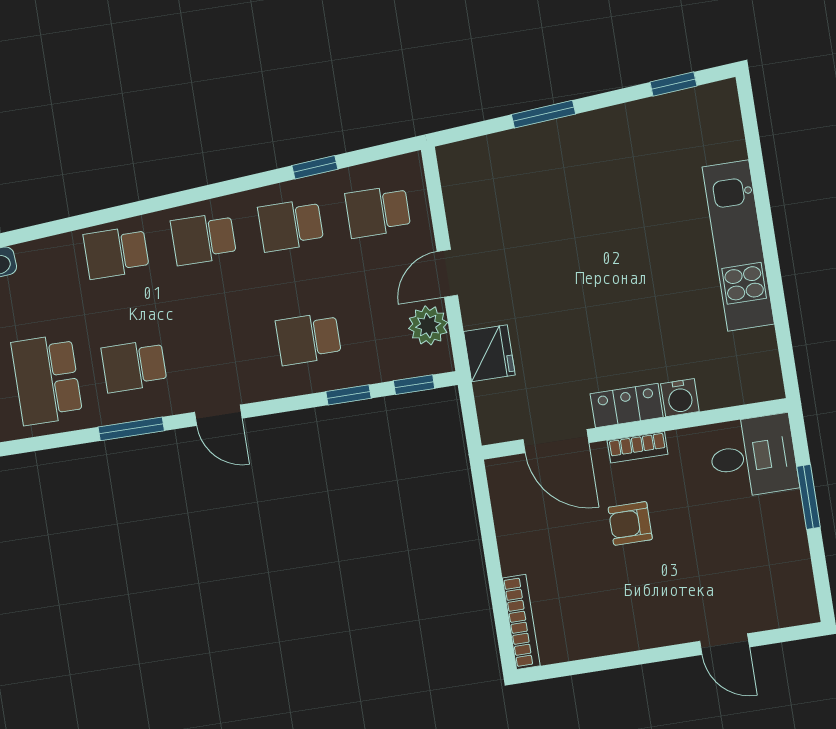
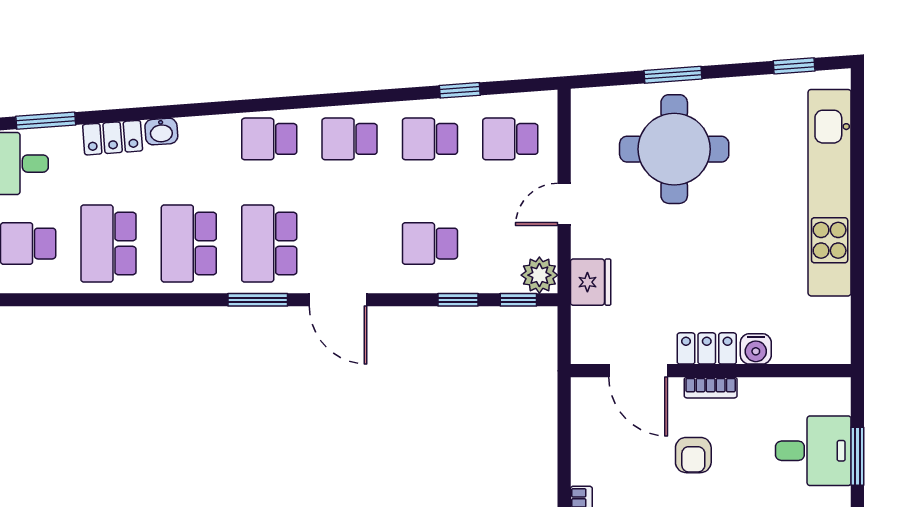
round table: (557, 195) -> (674, 149), added
kitchen unit: (738, 245) -> (830, 193), width x1.36
plant: (428, 325) -> (539, 275), moved
school desk: (134, 366) -> (269, 244), width x1.85
door: (218, 415) -> (338, 300), width x1.38
desk: (753, 456) -> (813, 451), moved
armchair: (630, 523) -> (693, 455), turned -90

